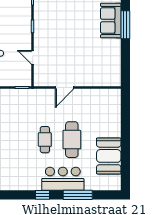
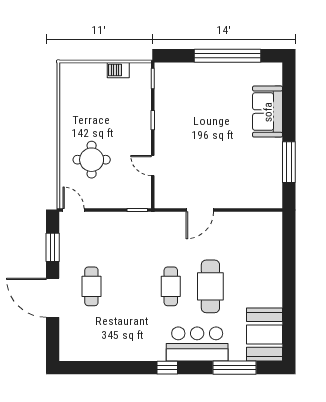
window: (125, 25) -> (289, 162), moved
booth: (109, 156) -> (265, 334), moved
window: (78, 195) -> (235, 368), moved

